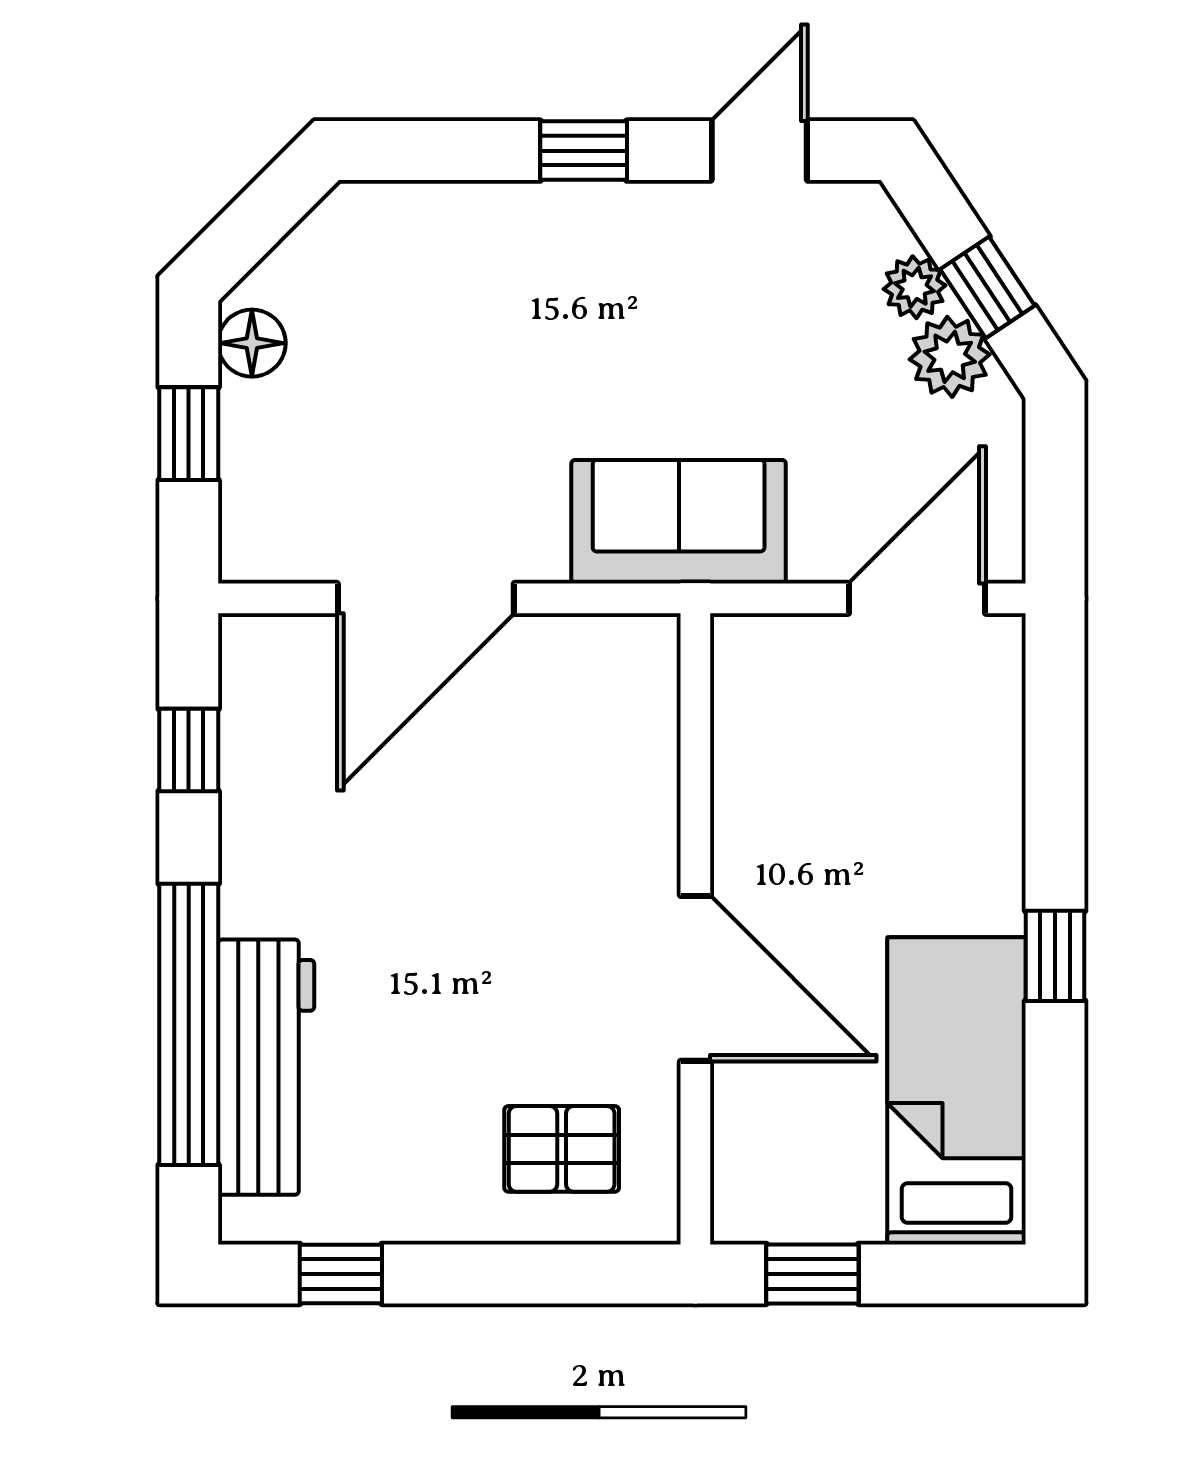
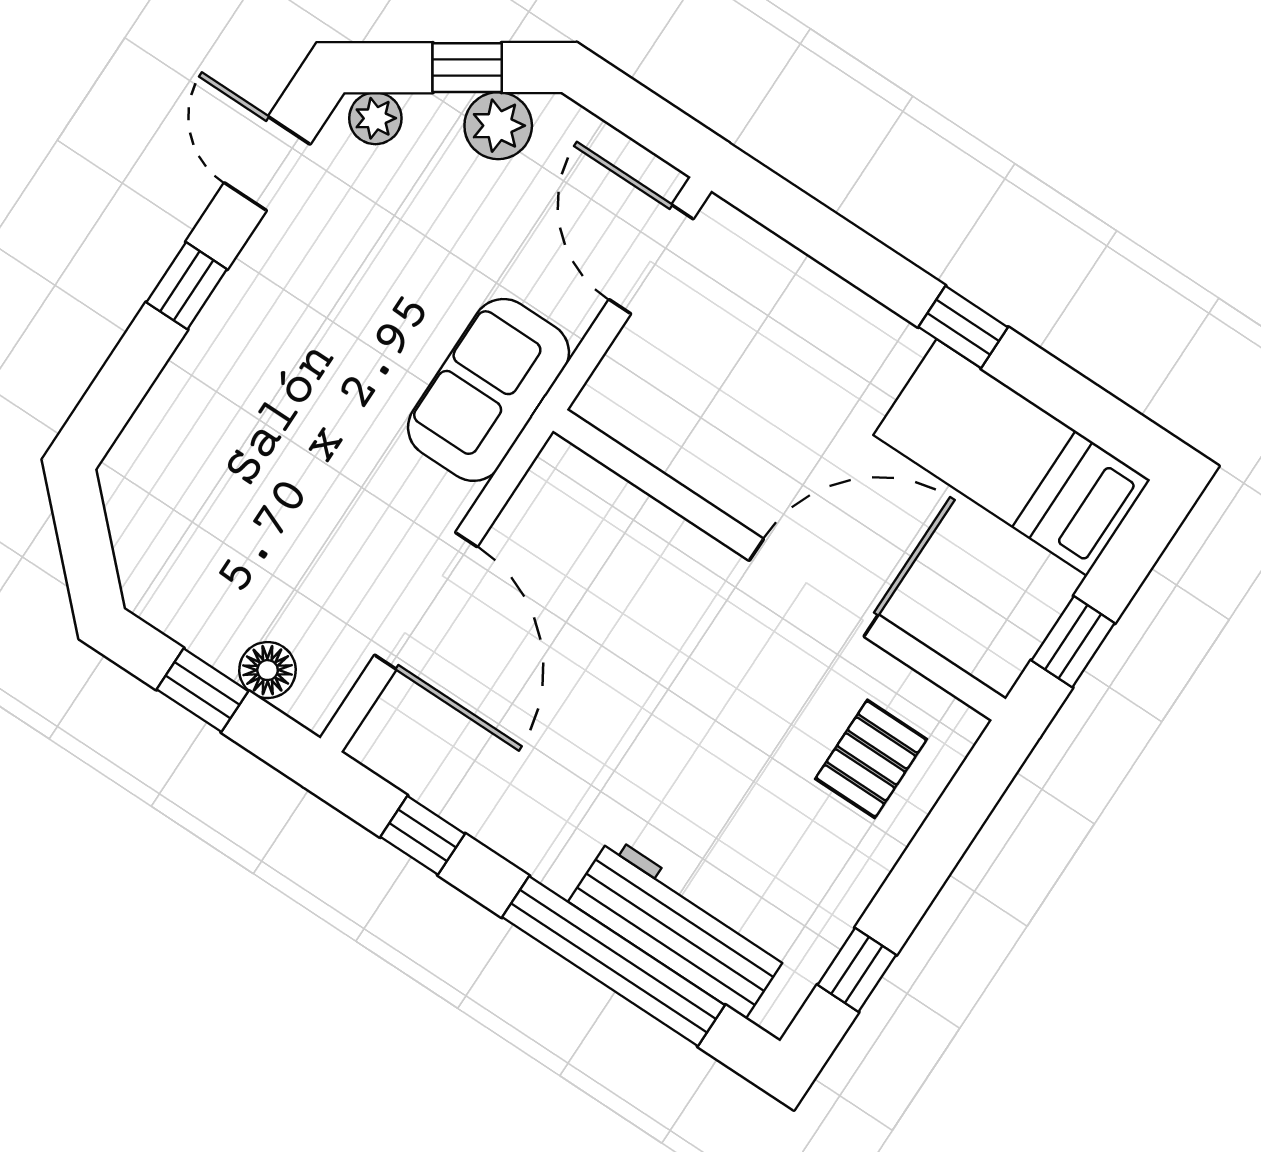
plant: (915, 287) -> (375, 118), moved
floor lamp: (252, 343) -> (268, 670), moved

